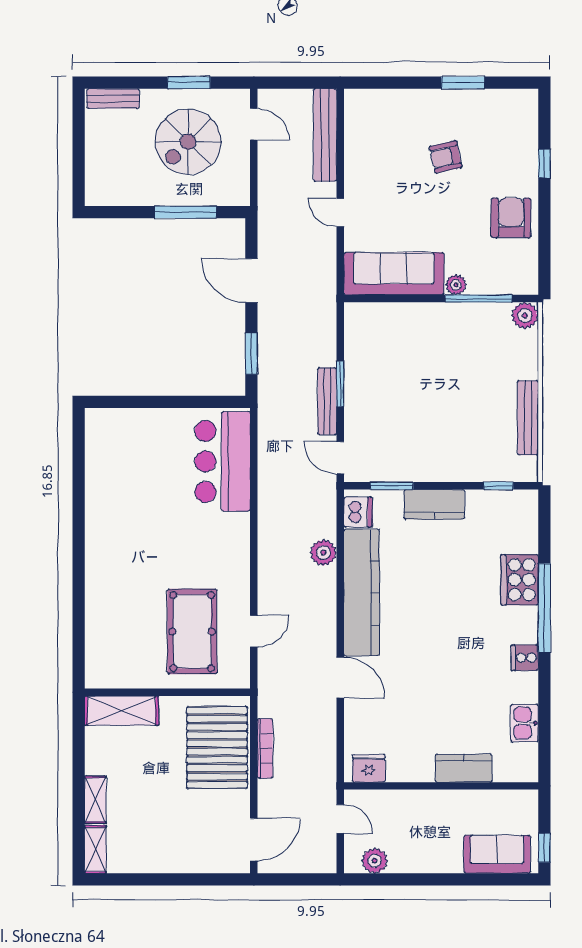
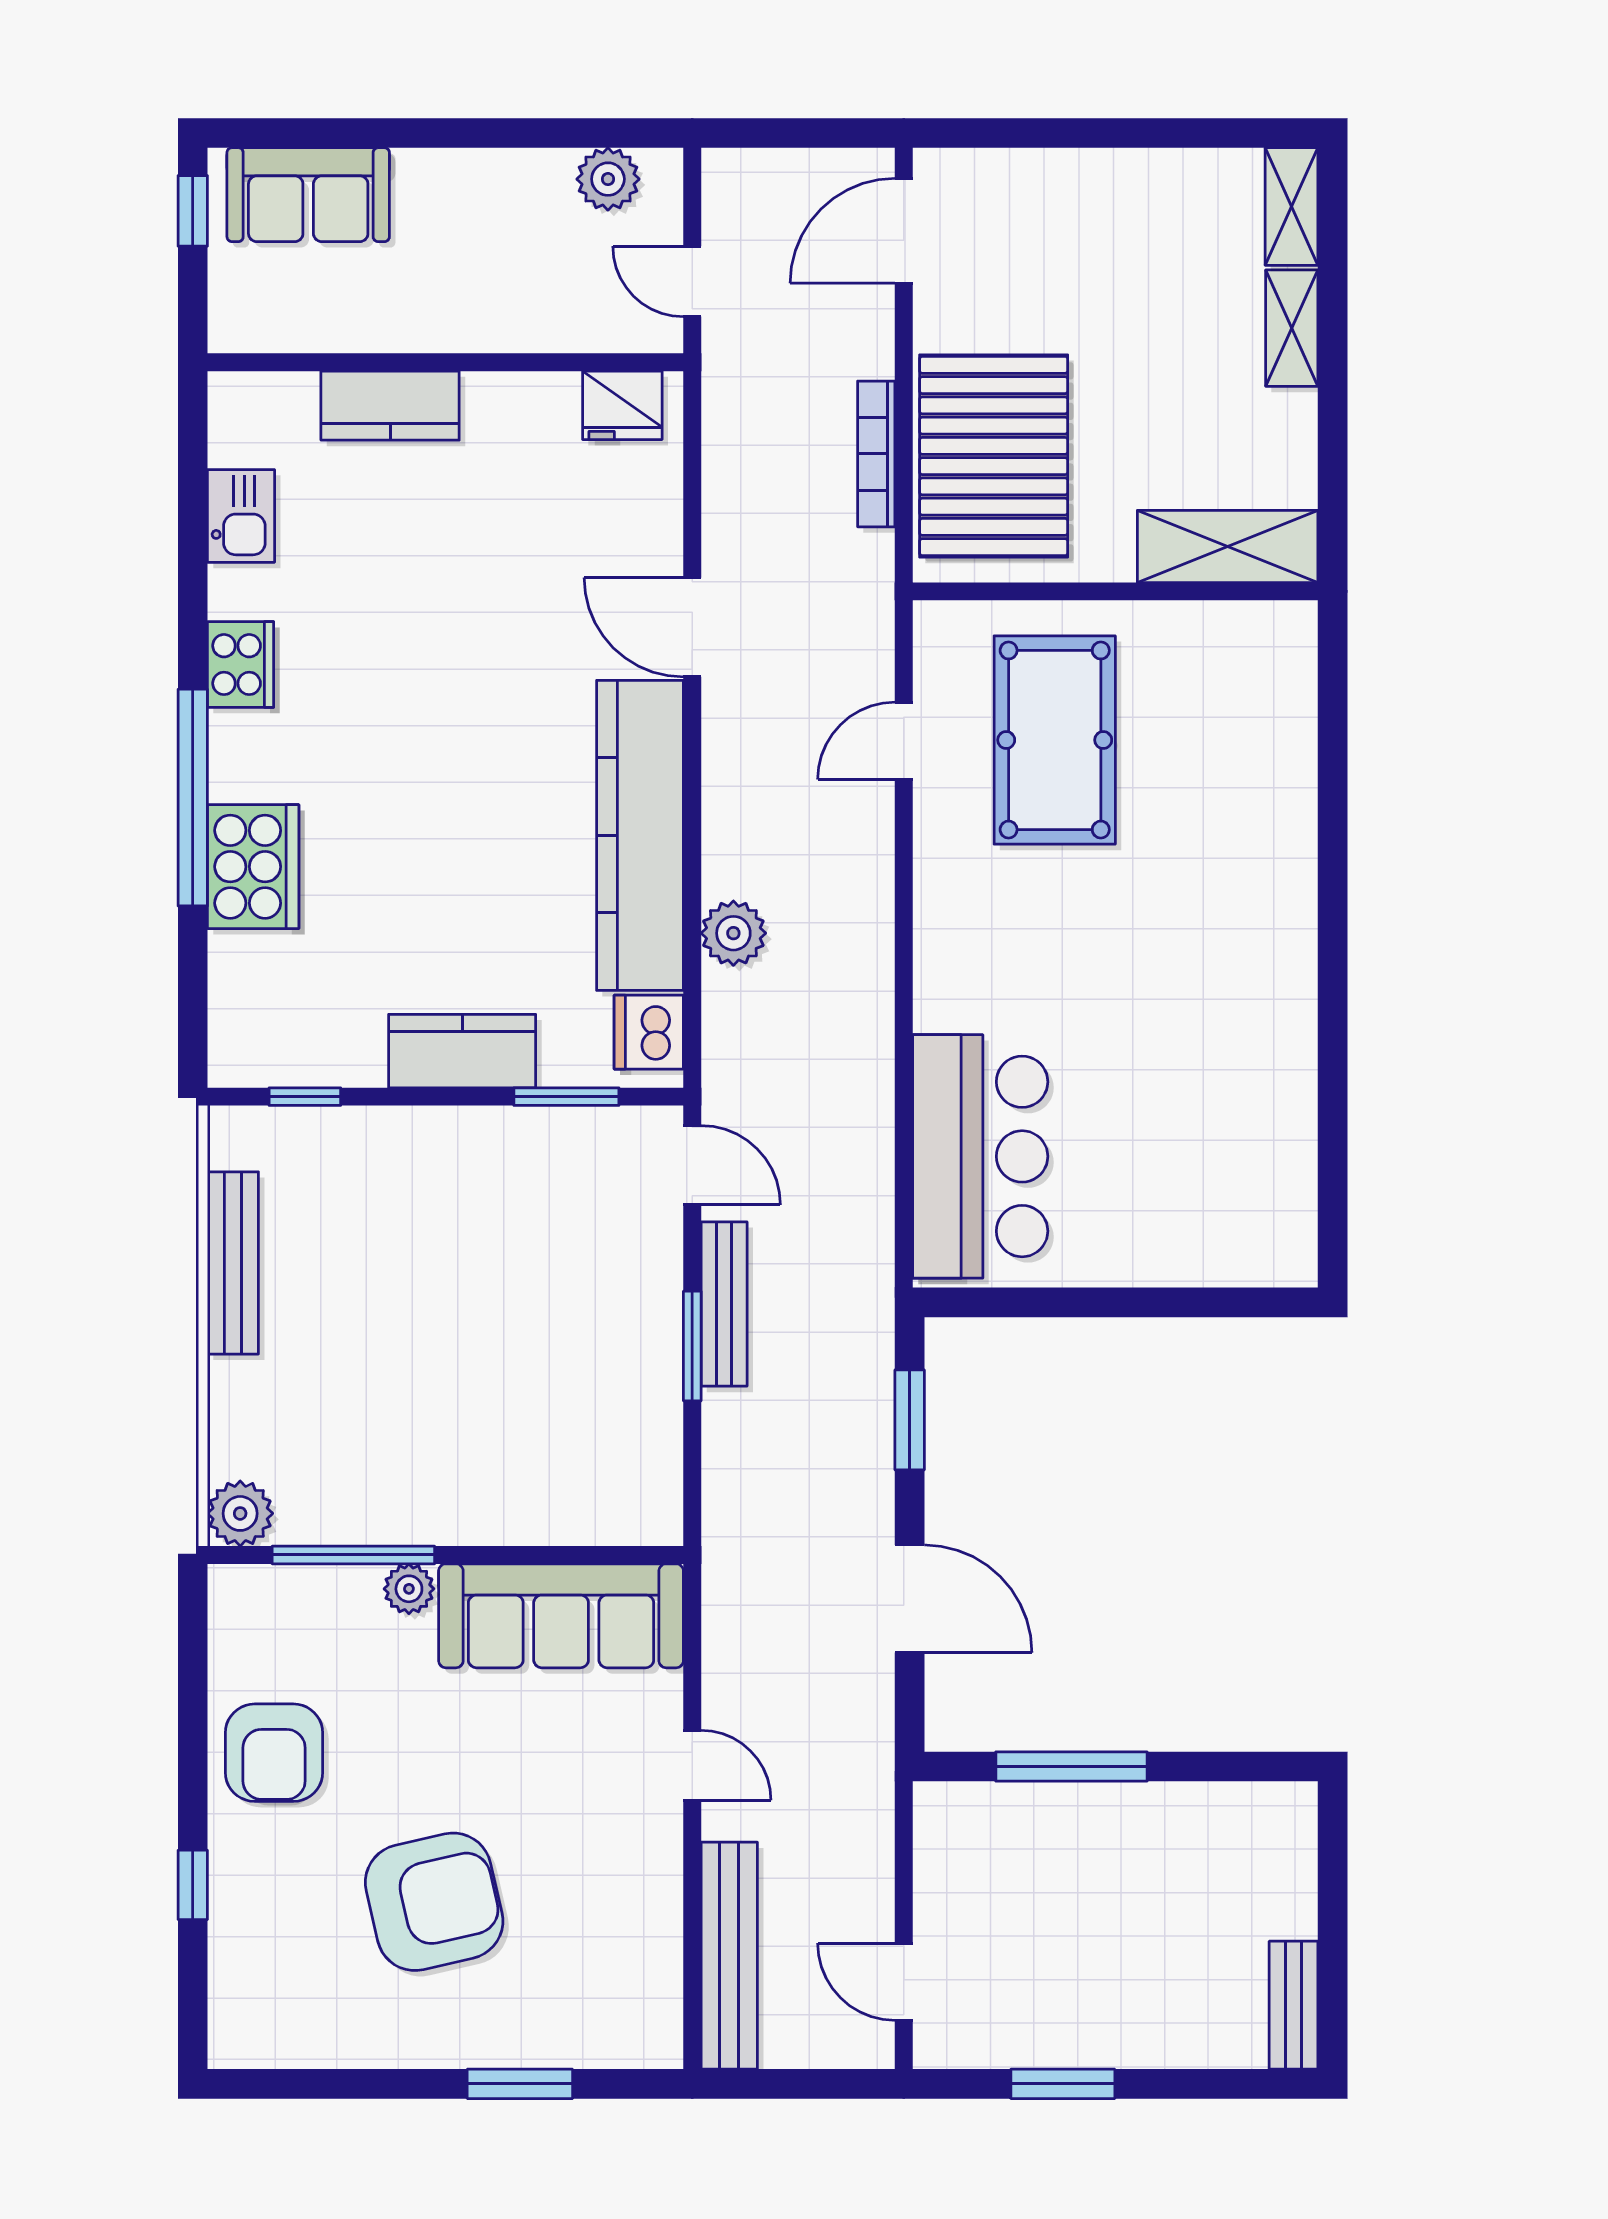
window: (463, 83) -> (520, 2084), moved
bench: (113, 99) -> (1294, 2005), moved, turned 90
spiral stairs: (188, 142) -> (1065, 1939), removed
armchair: (446, 157) -> (434, 1902), width x1.88, depth x1.88
cooker: (525, 658) -> (241, 665), width x1.36

